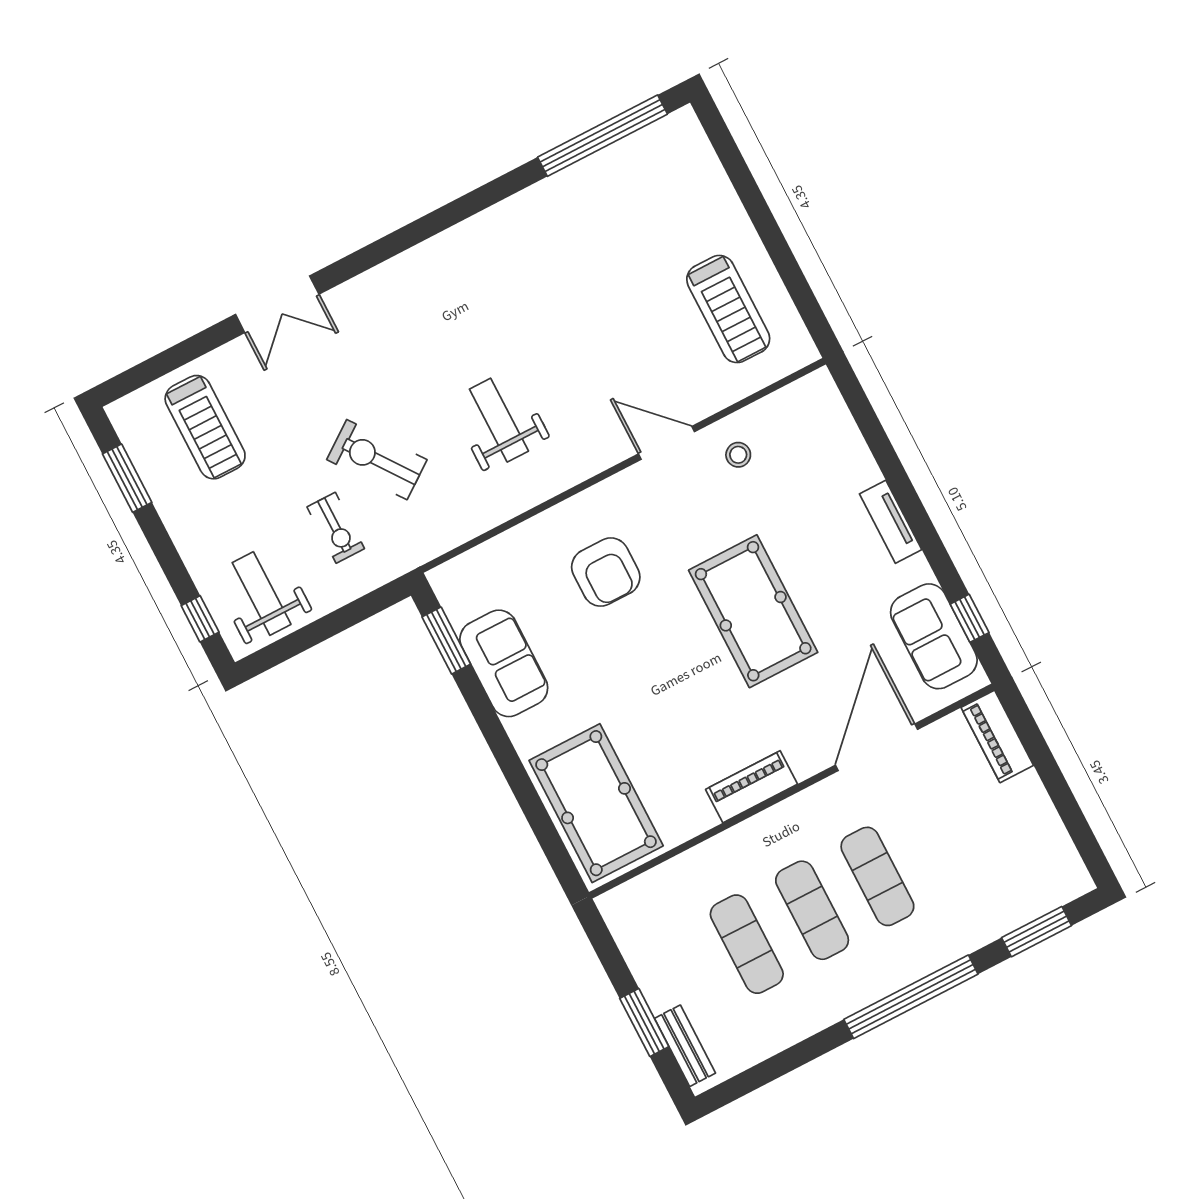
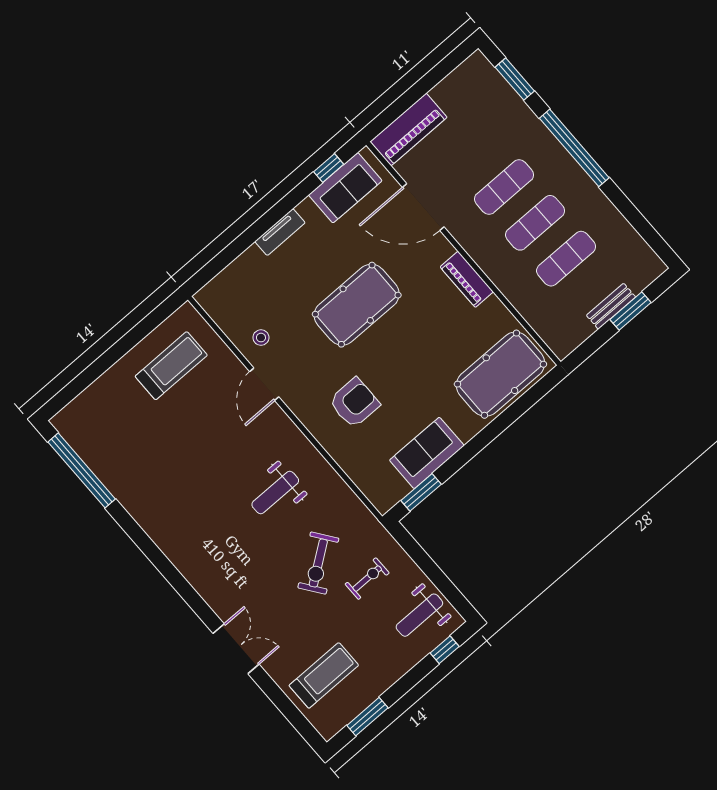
piano: (997, 736) -> (409, 129), width x1.37, depth x1.33
bench: (685, 1046) -> (611, 306), moved

